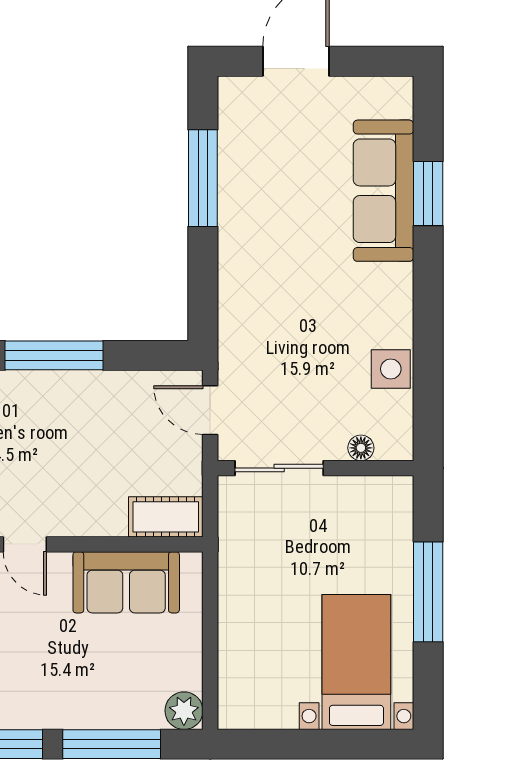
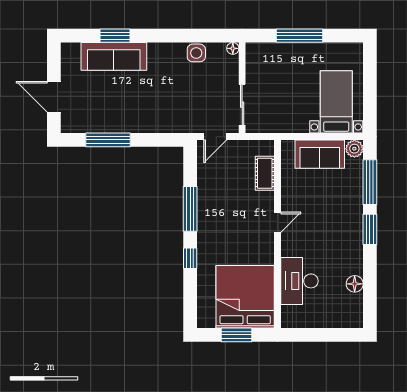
floor lamp: (361, 448) -> (233, 48), moved
cot: (166, 517) -> (265, 173), moved
sofa: (126, 582) -> (320, 154), moved, turned 90
bed with nightstands: (356, 662) -> (336, 102), moved, turned 90

